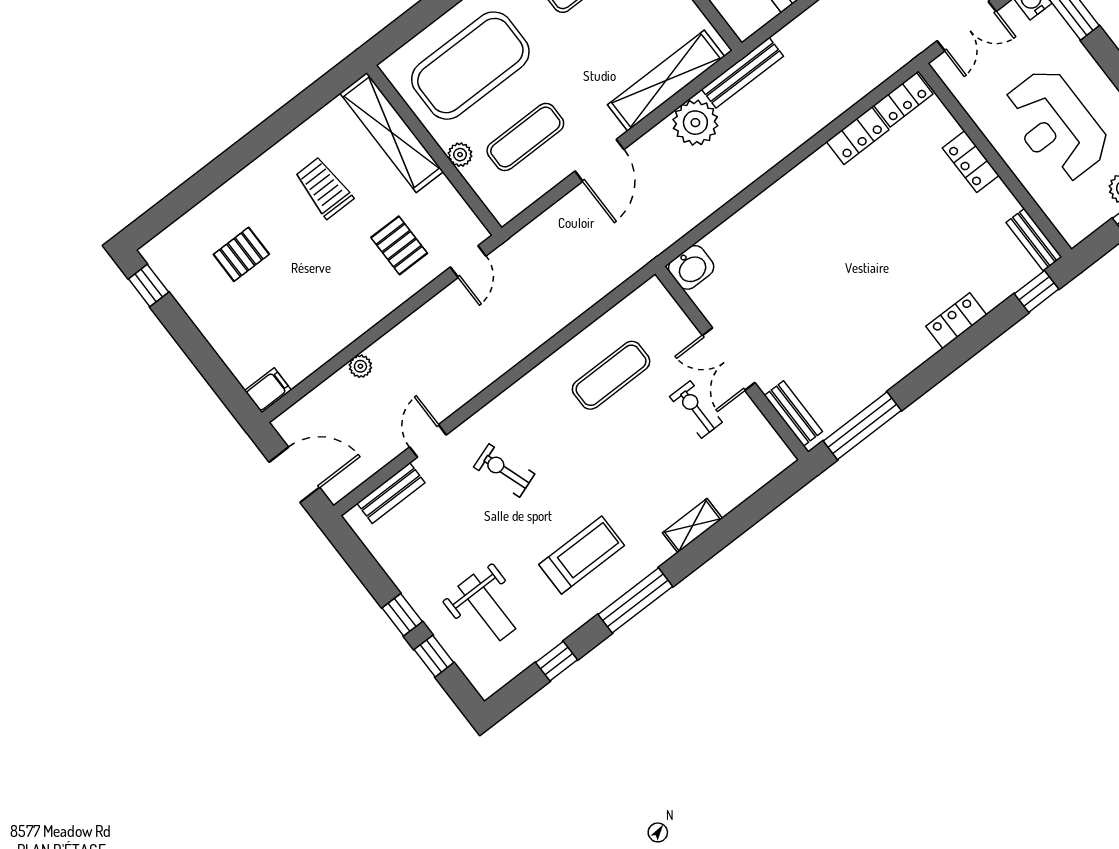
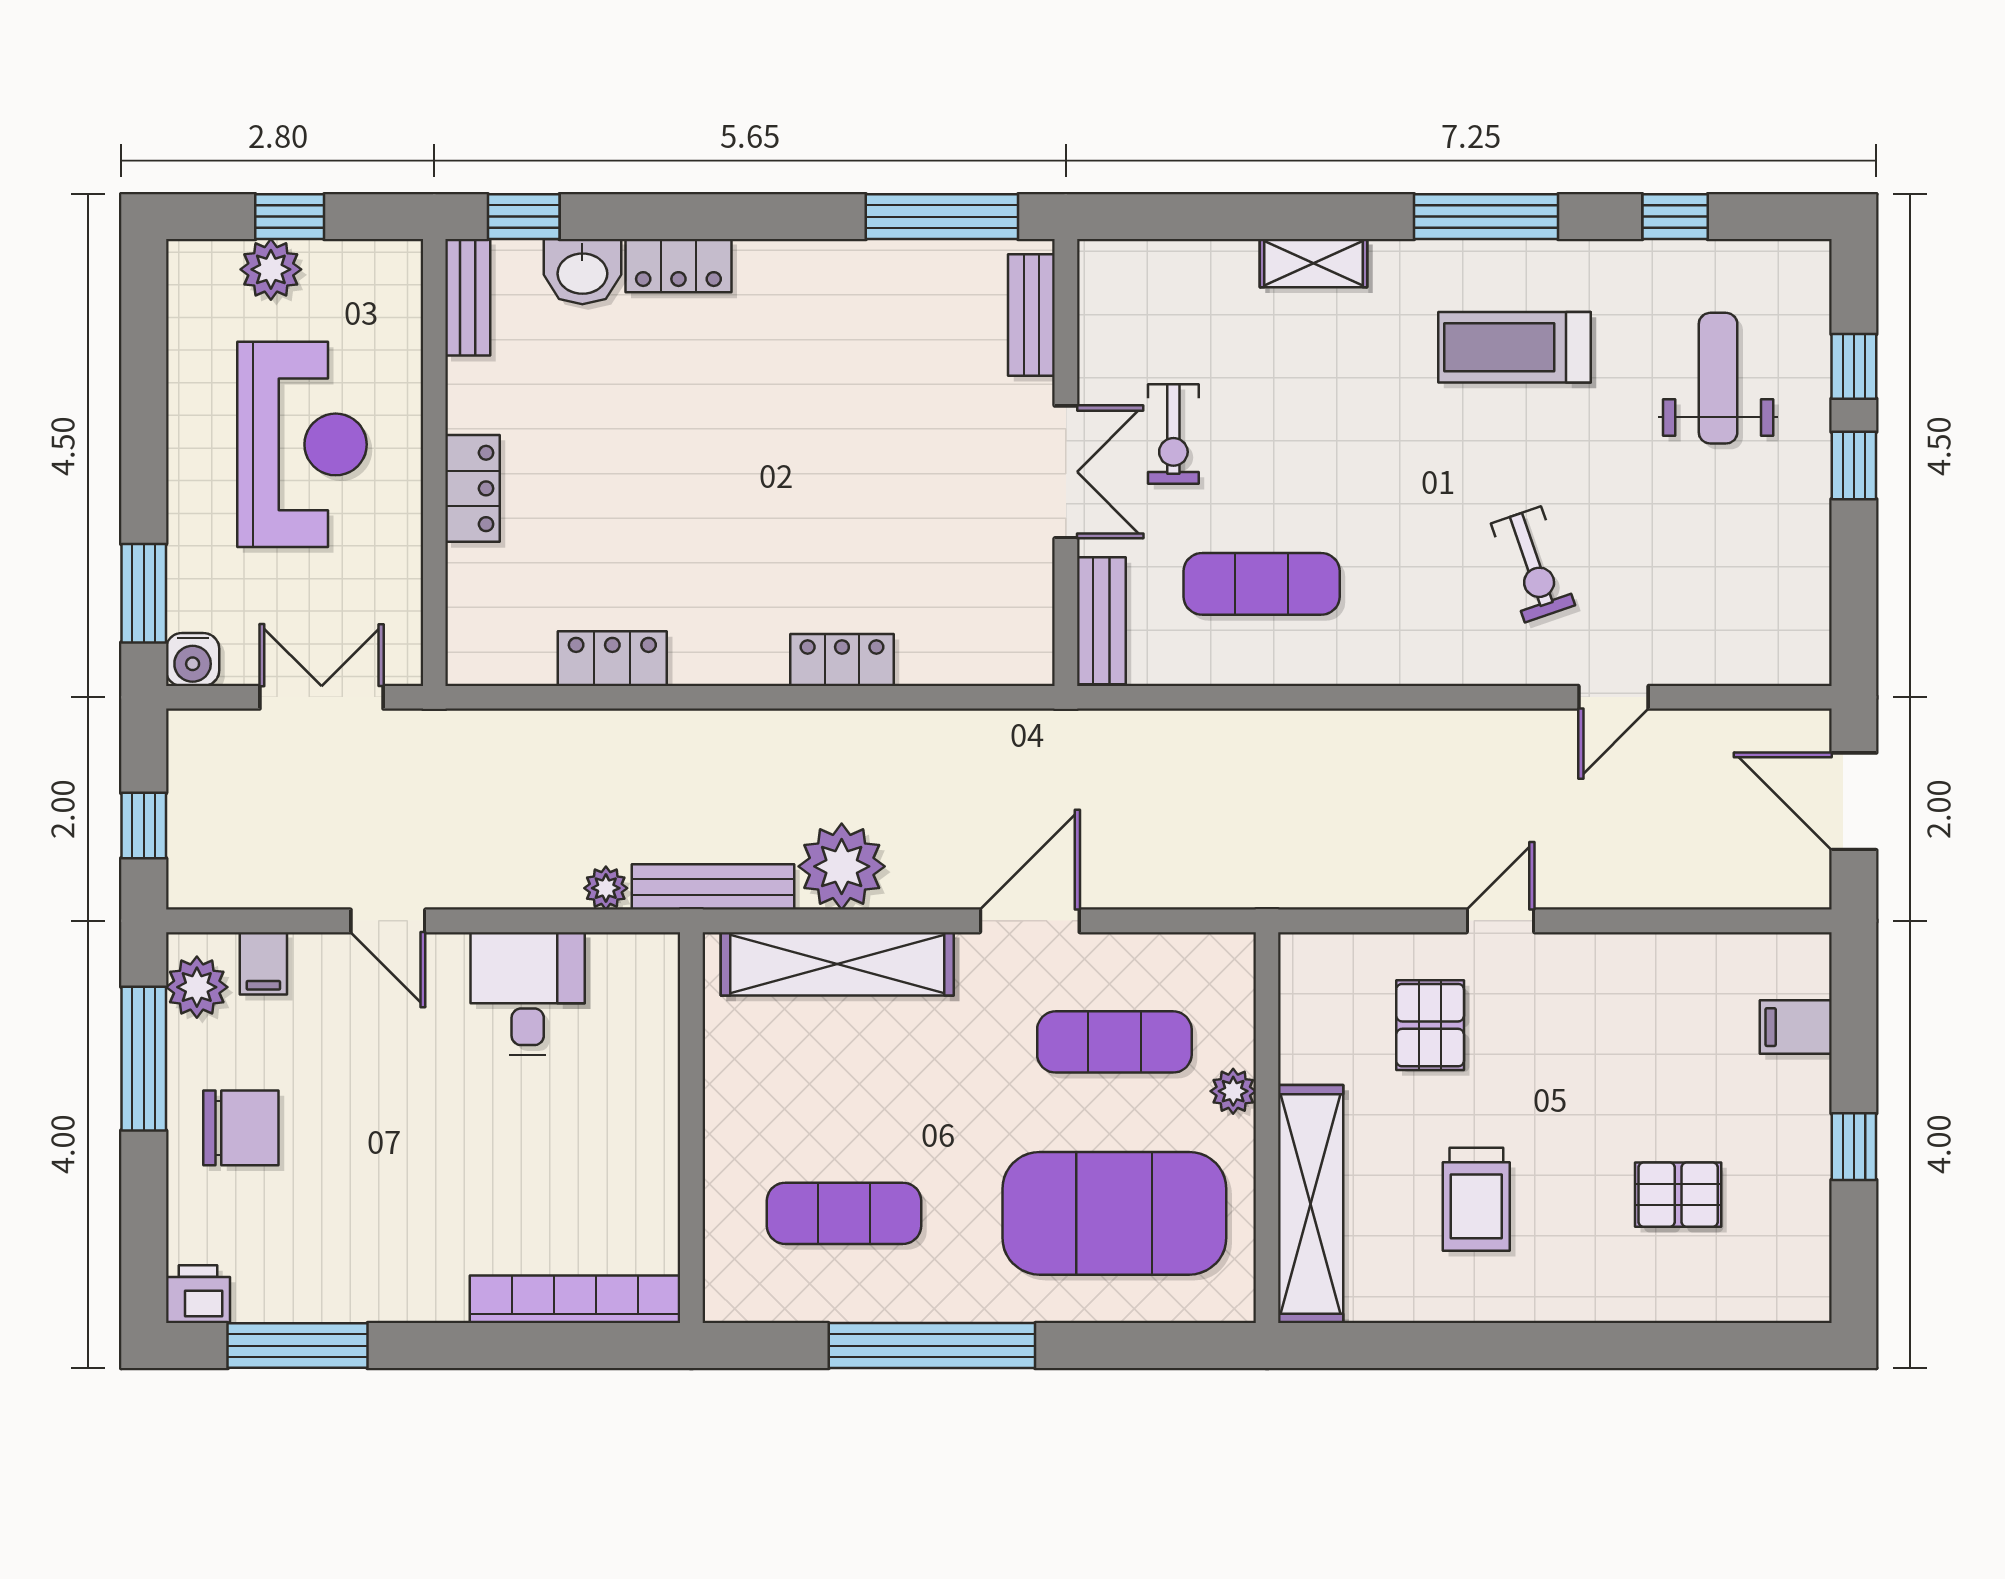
locker: (903, 100) -> (842, 660), moved
door: (468, 262) -> (1500, 921), moved
washbasin: (691, 267) -> (582, 272), moved, turned 180
window: (149, 285) -> (1854, 1147), moved
plant: (360, 366) -> (606, 888), moved
filing cabinet: (268, 390) -> (1796, 1027), moved
bench: (391, 493) -> (1101, 621), moved, turned 90

